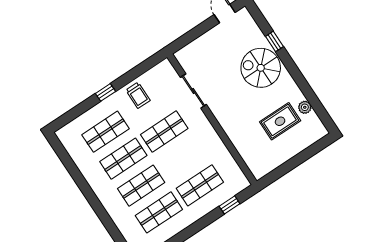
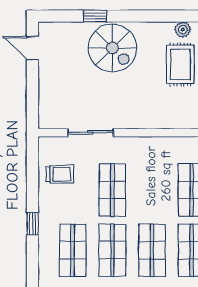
spiral stairs: (261, 68) -> (112, 48), turned -90
trolley: (138, 95) -> (60, 174), moved

